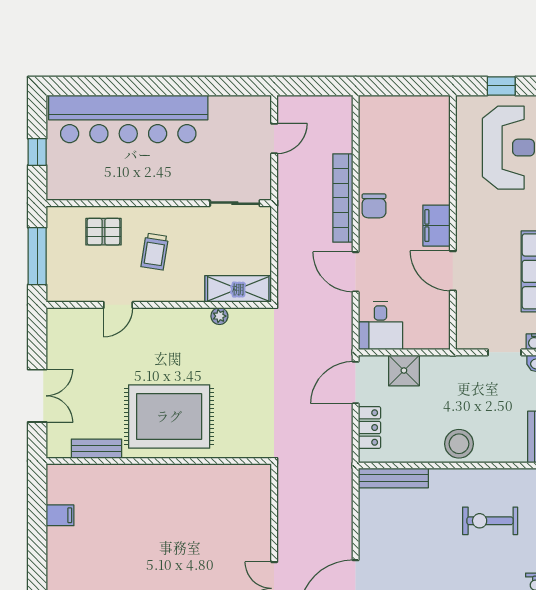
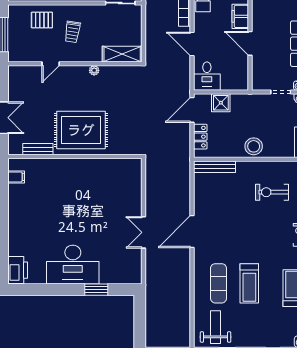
plant: (219, 316) -> (94, 70), moved
filing cabinet: (60, 515) -> (16, 177), moved

